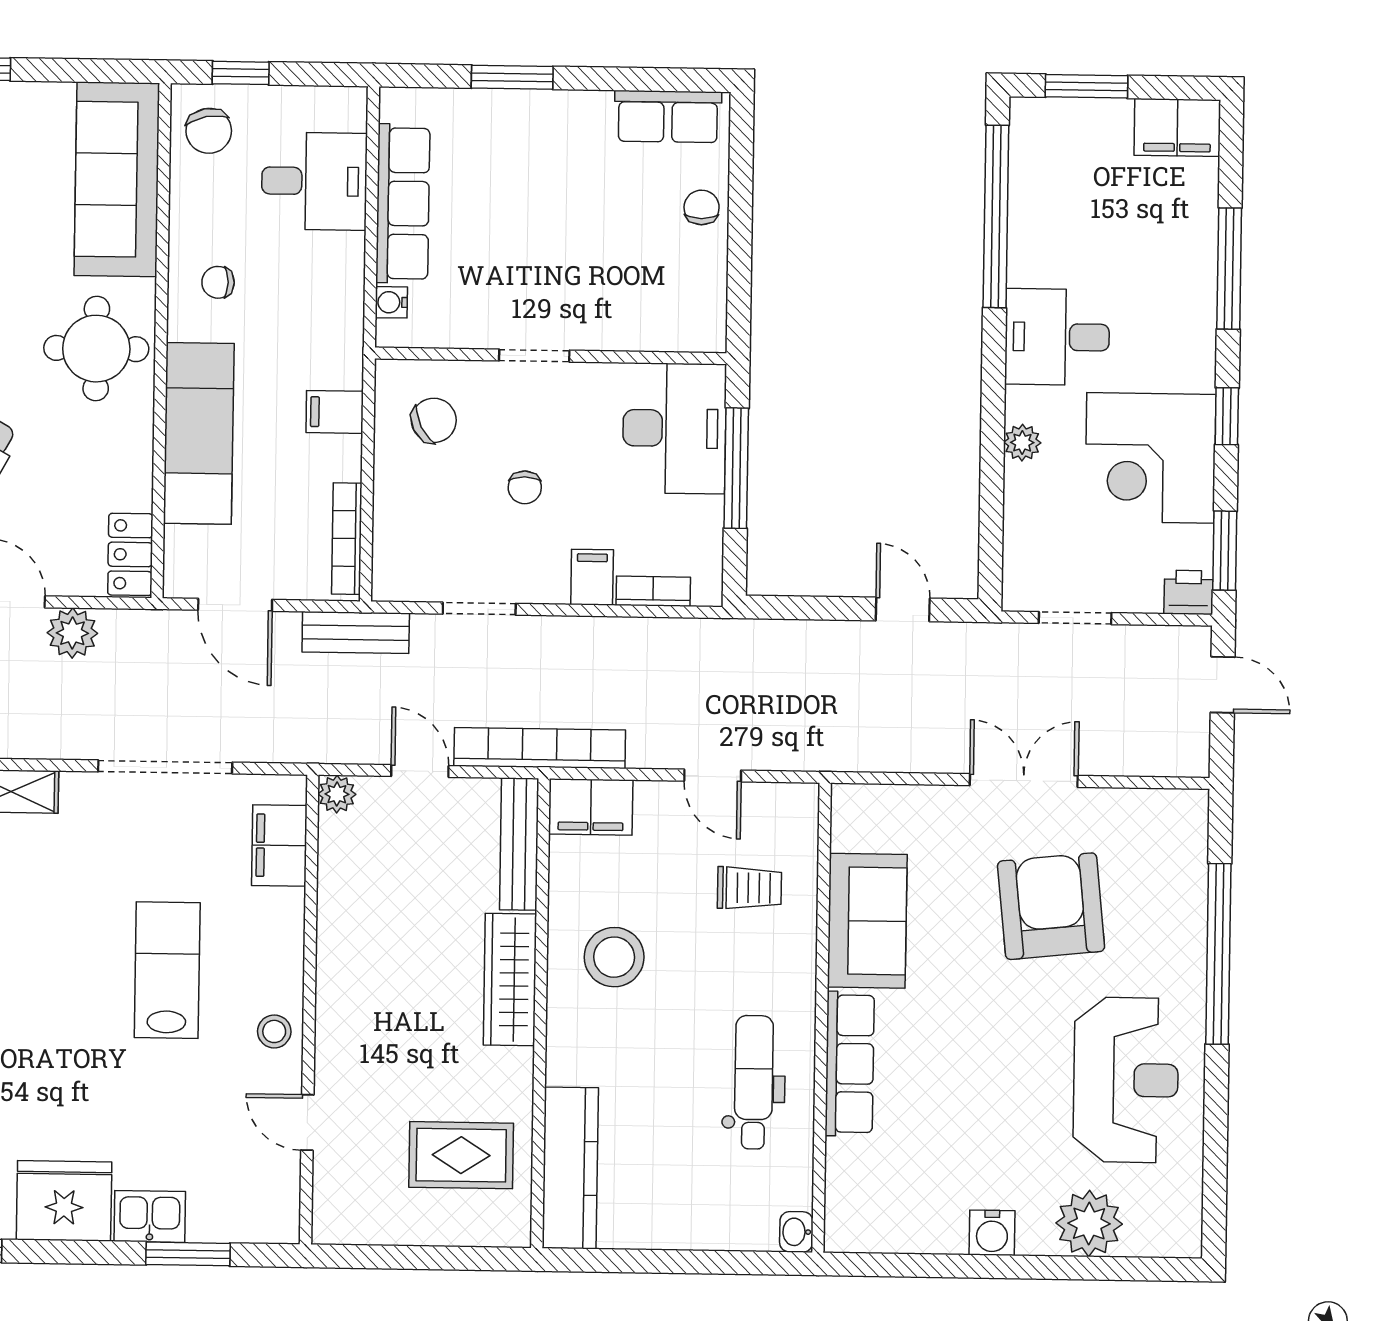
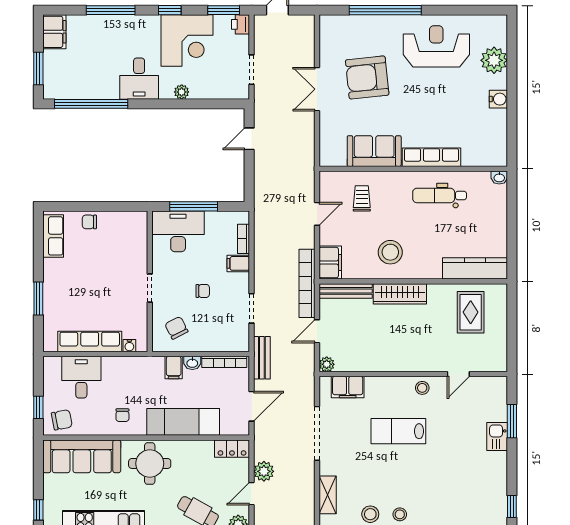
washbasin: (346, 459) -> (192, 363), added
fridge: (64, 1201) -> (491, 471), removed

